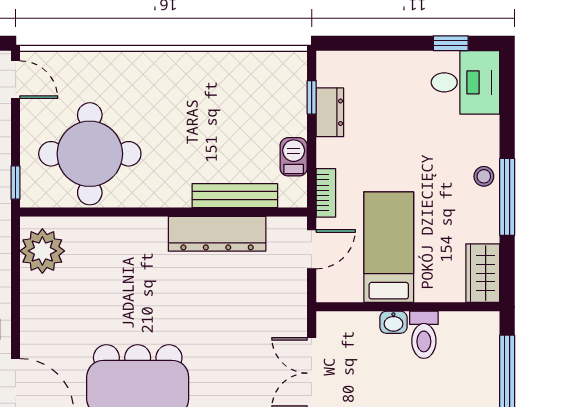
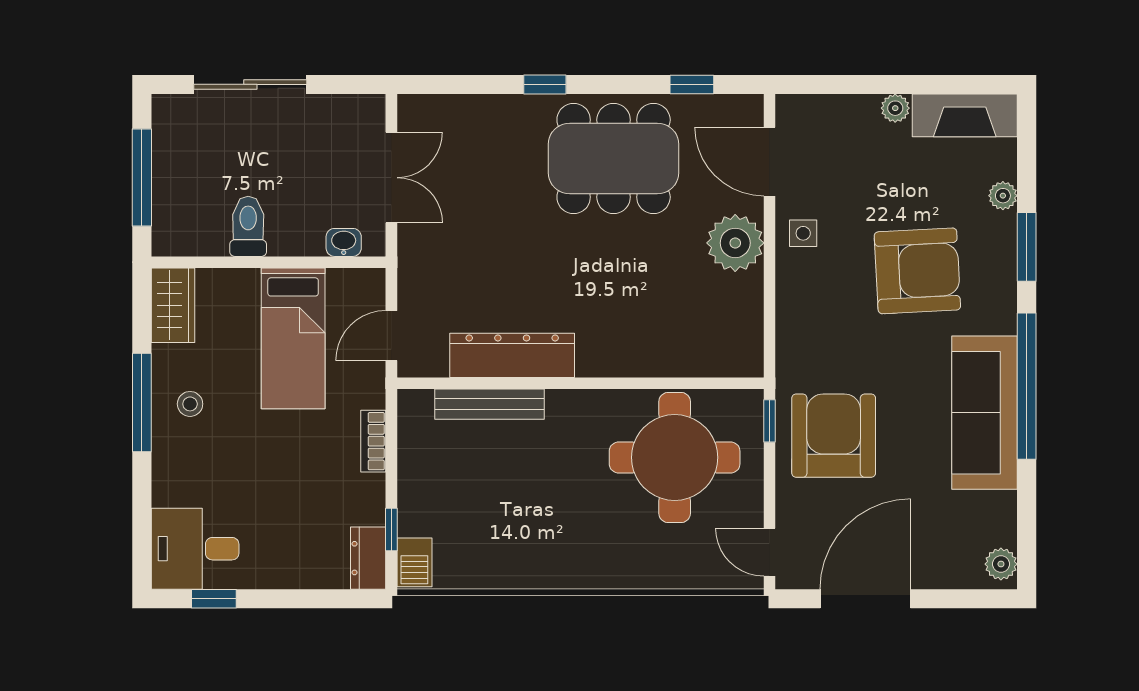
dresser: (330, 112) -> (368, 558), moved
barbecue: (294, 157) -> (414, 562), moved
stool: (484, 176) -> (190, 404), moved
bookcase: (326, 193) -> (373, 441), moved
plant: (42, 251) -> (735, 243), moved
washbasin: (393, 322) -> (344, 242), moved

